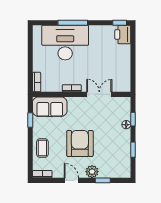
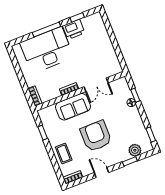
window: (120, 23) -> (77, 17), moved
printer: (123, 34) -> (74, 29), moved, turned -90
double door: (99, 94) -> (96, 85), swing flipped
sofa: (50, 107) -> (73, 107), moved
window: (133, 150) -> (151, 135), moved
plant: (92, 172) -> (135, 150), moved

